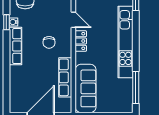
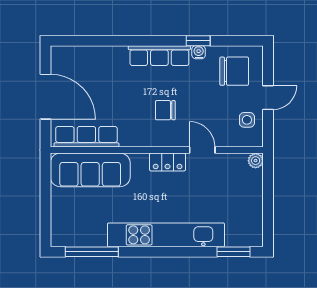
door: (73, 20) -> (202, 150), swing flipped
row of seats: (65, 77) -> (86, 137), moved

